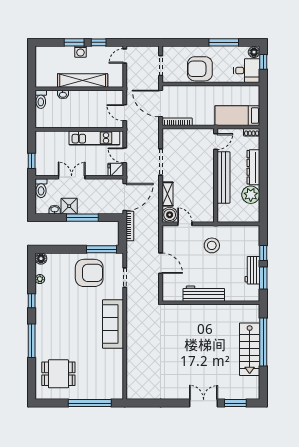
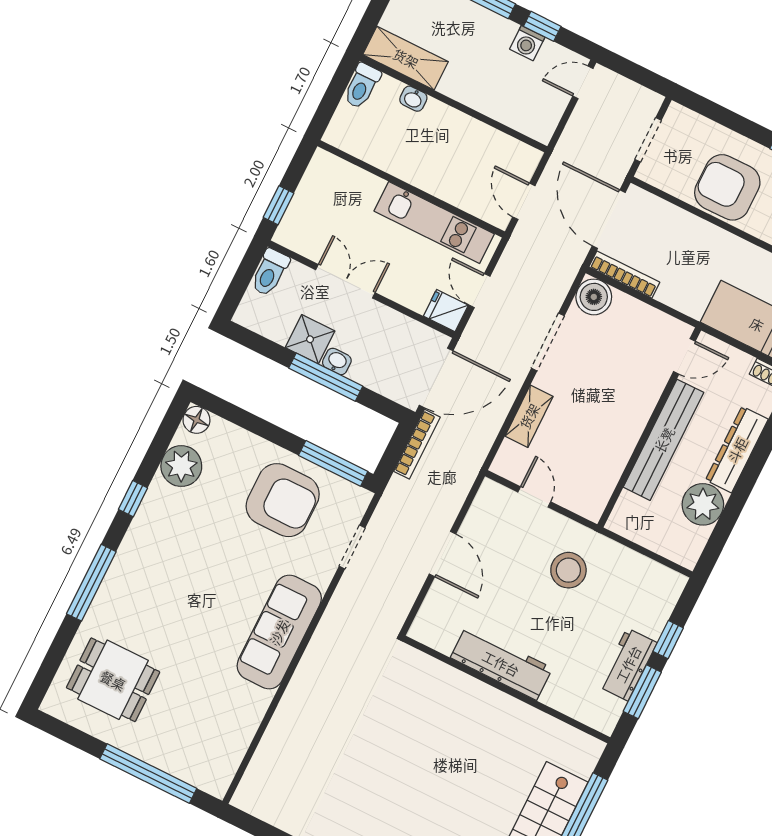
washing machine: (80, 52) -> (527, 43), moved
shelving: (83, 80) -> (406, 58), moved, width x0.68
washbasin: (55, 210) -> (337, 361), moved
boiler: (170, 215) -> (594, 297), moved
plant: (40, 279) -> (181, 466), width x1.87, depth x1.87

